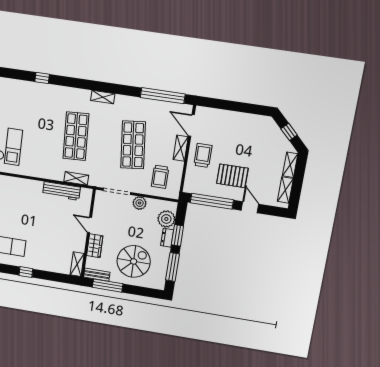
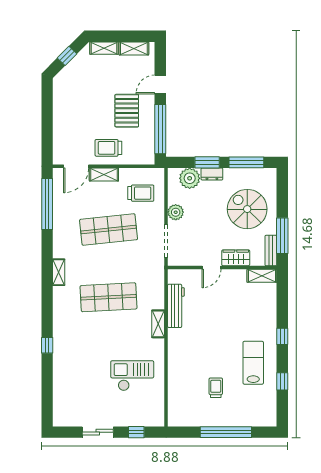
shelving: (76, 178) -> (158, 324), moved

